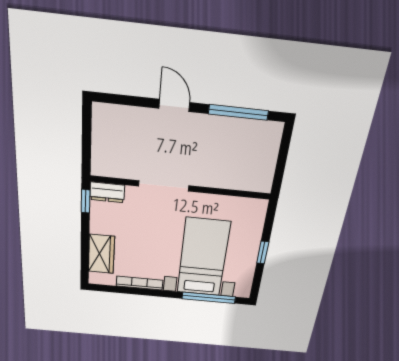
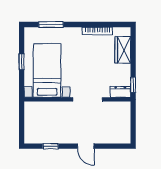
window: (238, 112) -> (51, 146), width x0.46
bed with nightstands: (203, 258) -> (47, 70), moved, turned 180
window: (209, 298) -> (51, 24), width x0.69

